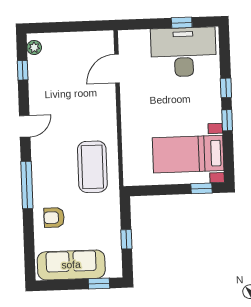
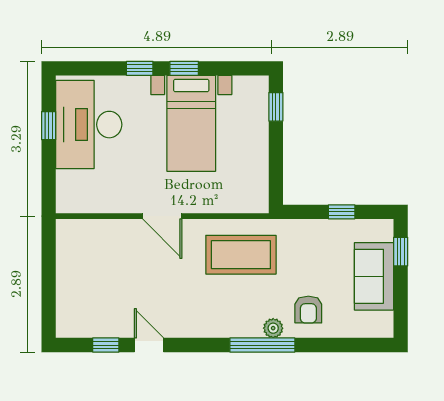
plant: (34, 47) -> (273, 328), moved
door: (117, 69) -> (162, 216), moved
door: (25, 126) -> (149, 345), moved
bed with nightstands: (188, 154) -> (191, 123), moved
sofa: (71, 265) -> (374, 276), width x0.73

